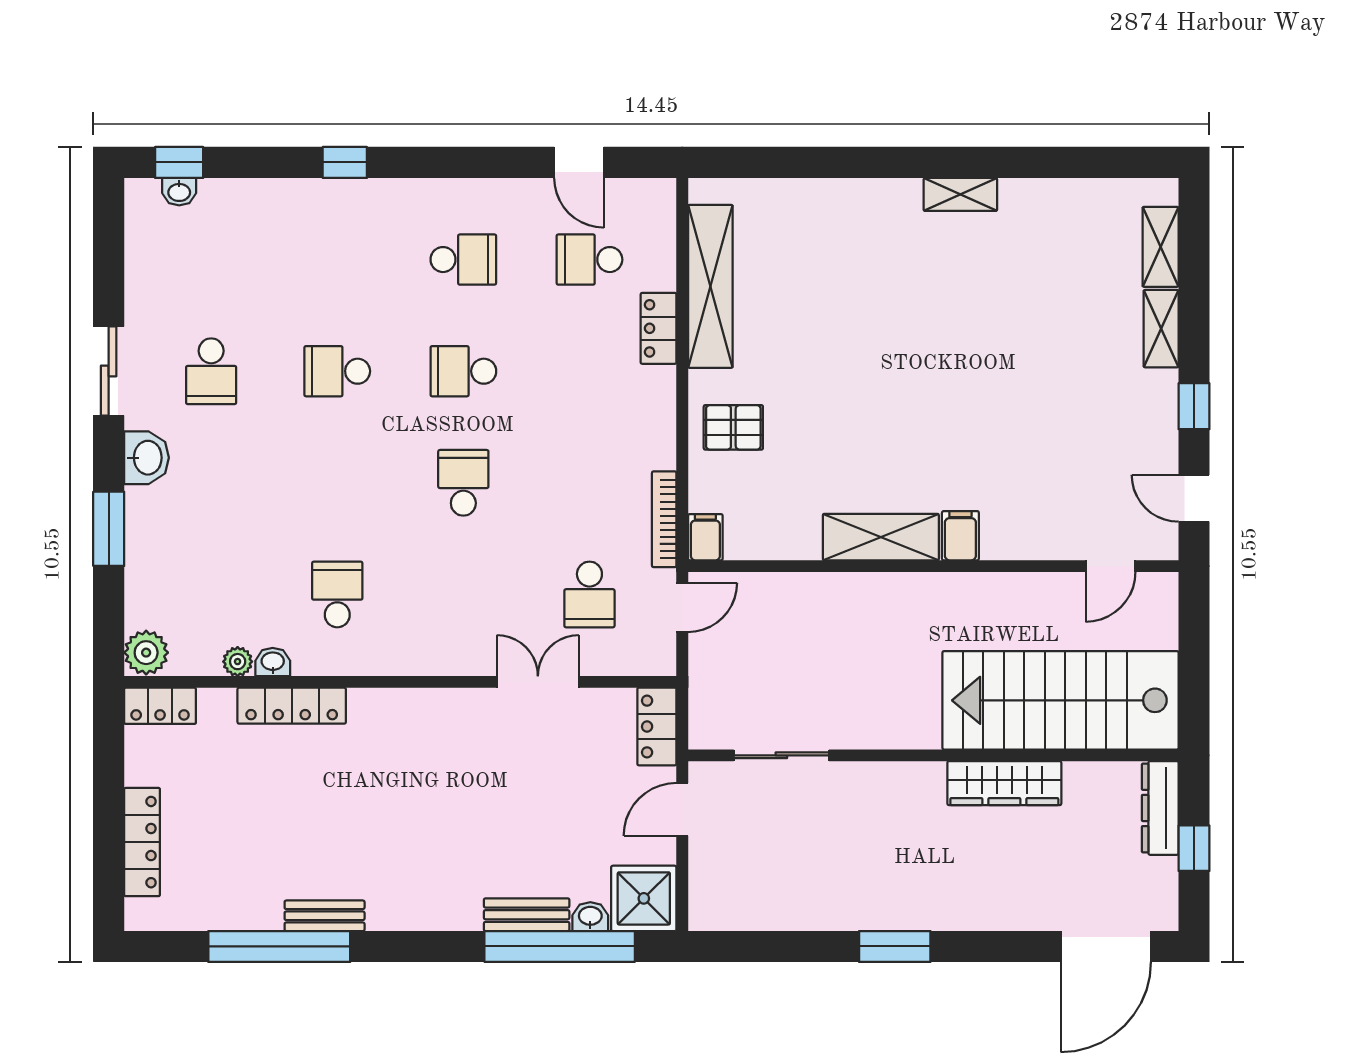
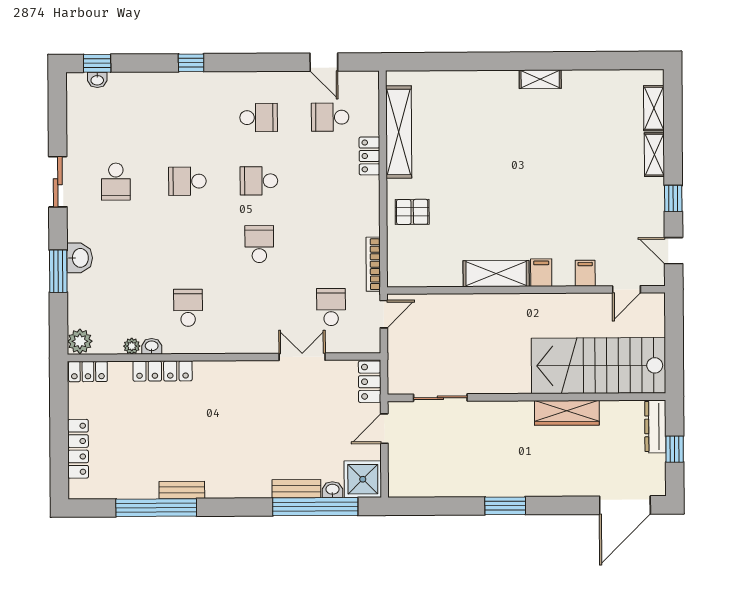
washbasin: (146, 458) -> (80, 258), moved
filing cabinet: (705, 537) -> (585, 273), moved
school desk: (589, 594) -> (331, 307), turned 180

